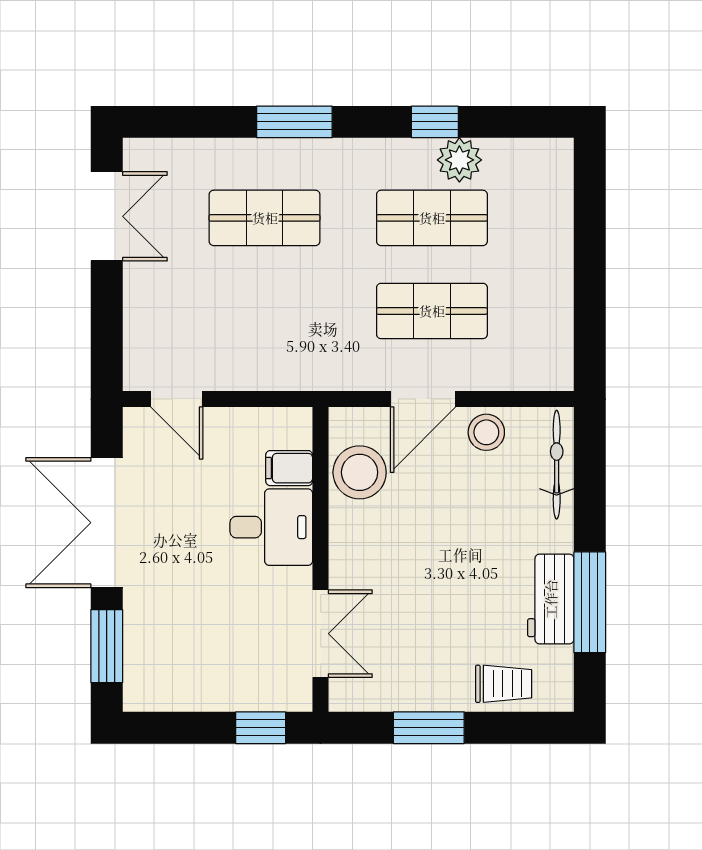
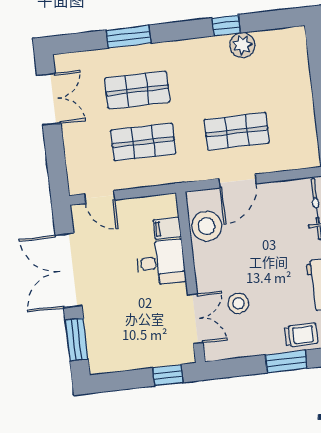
window: (294, 122) -> (129, 37), moved
shop shelf: (432, 218) -> (143, 142), moved
stool: (486, 432) -> (238, 303), moved
window: (429, 728) -> (286, 362), moved

